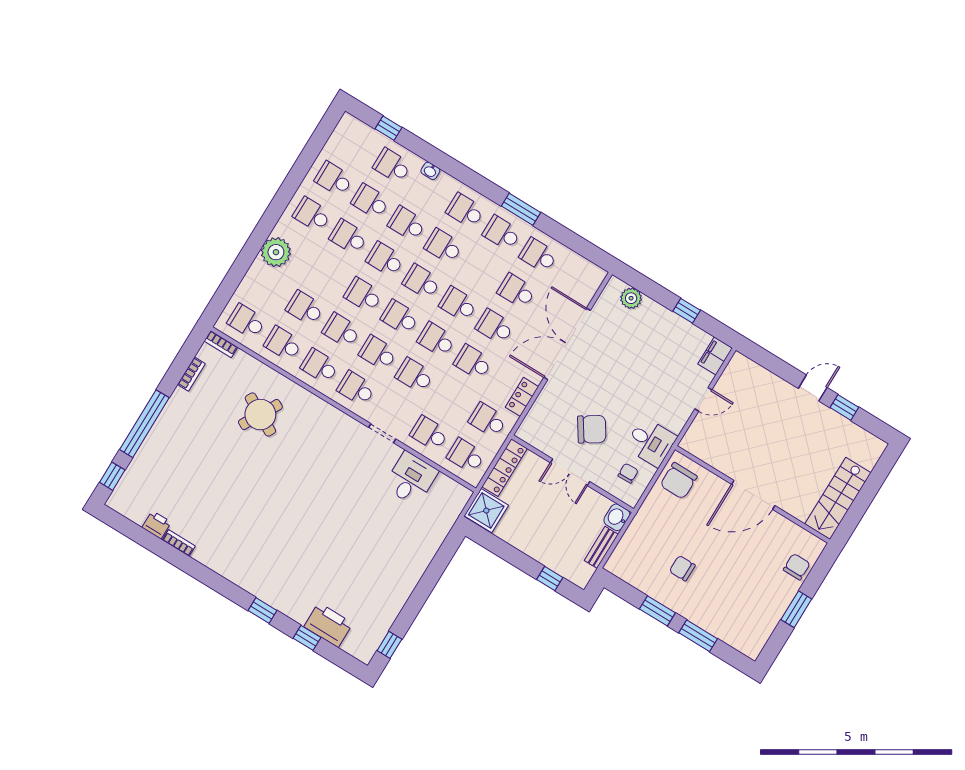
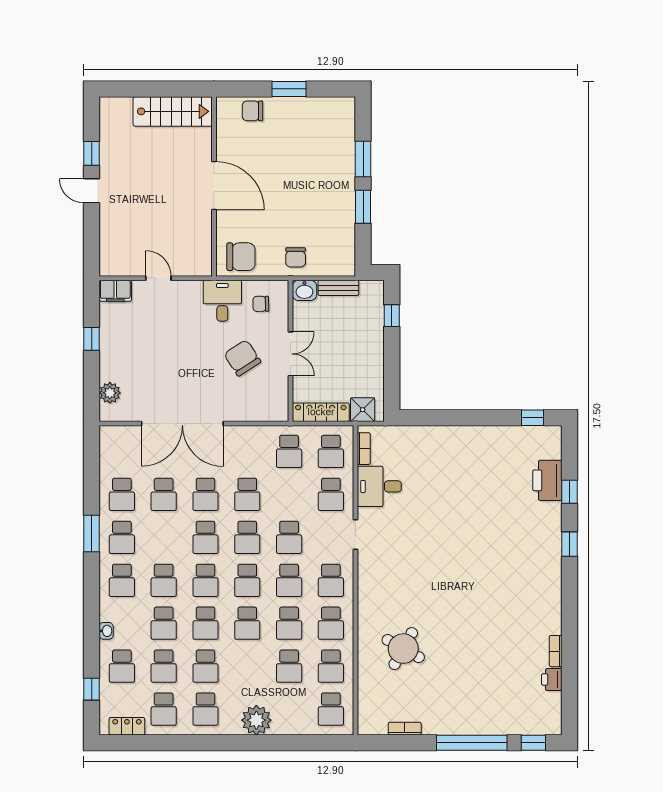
bookcase: (221, 344) -> (364, 449), moved
locker: (522, 397) -> (127, 726), moved, turned 180
shower: (486, 511) -> (363, 410), width x0.73, depth x0.73
chair: (682, 568) -> (296, 257), moved

